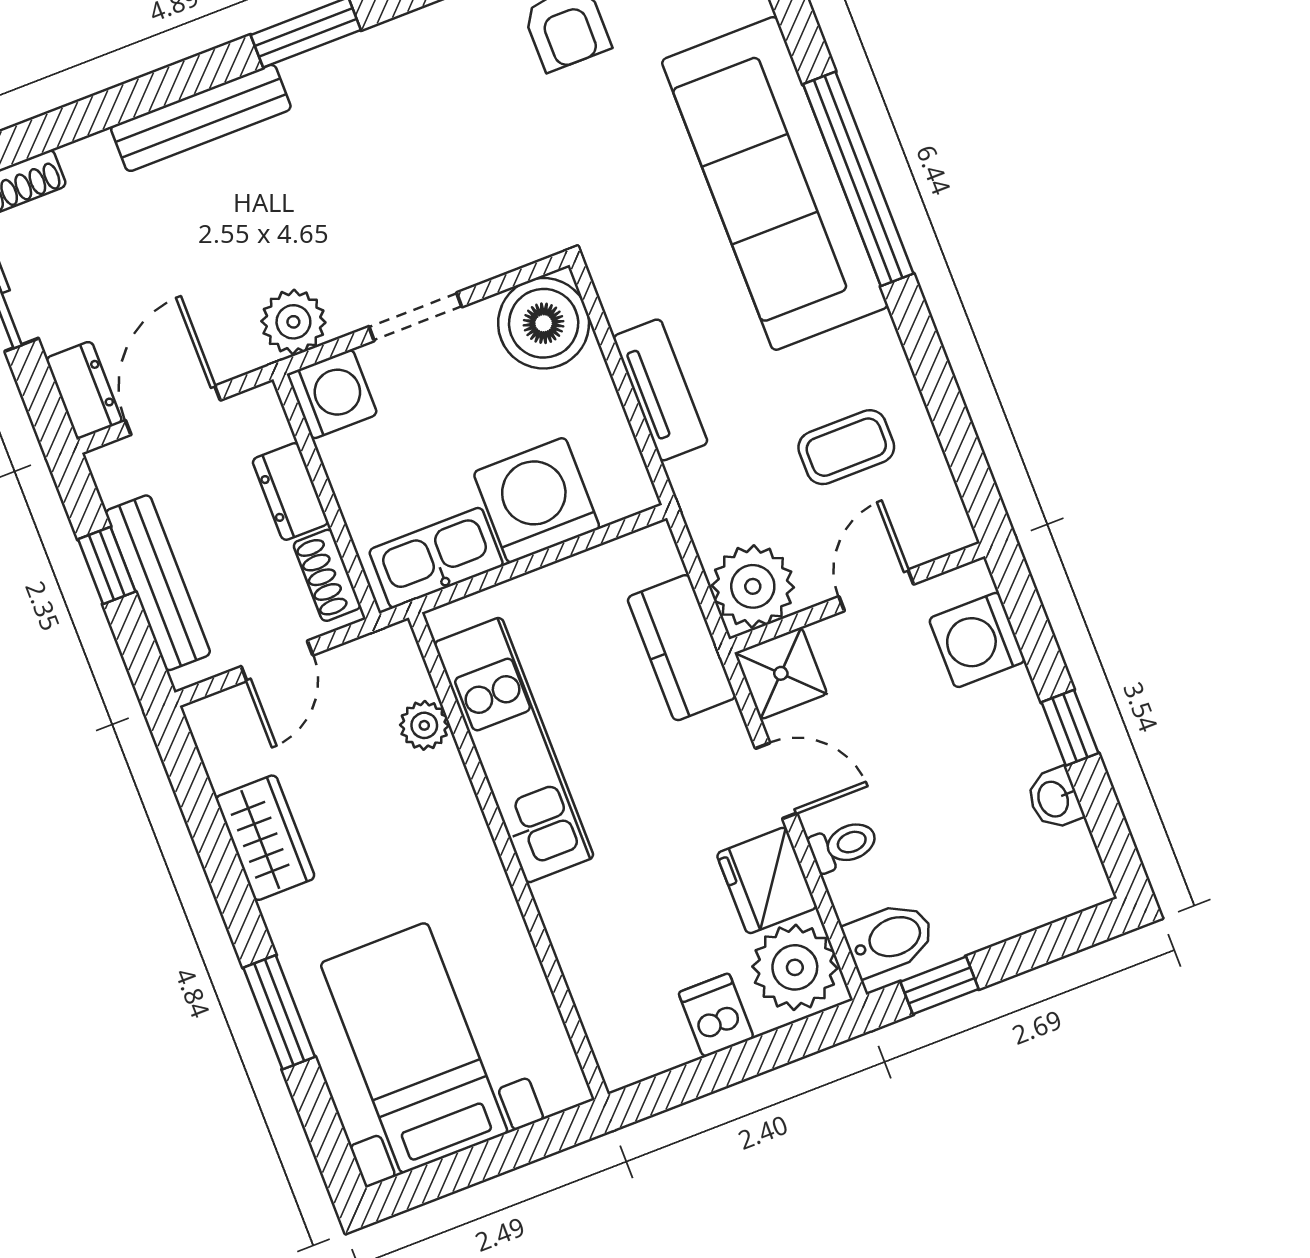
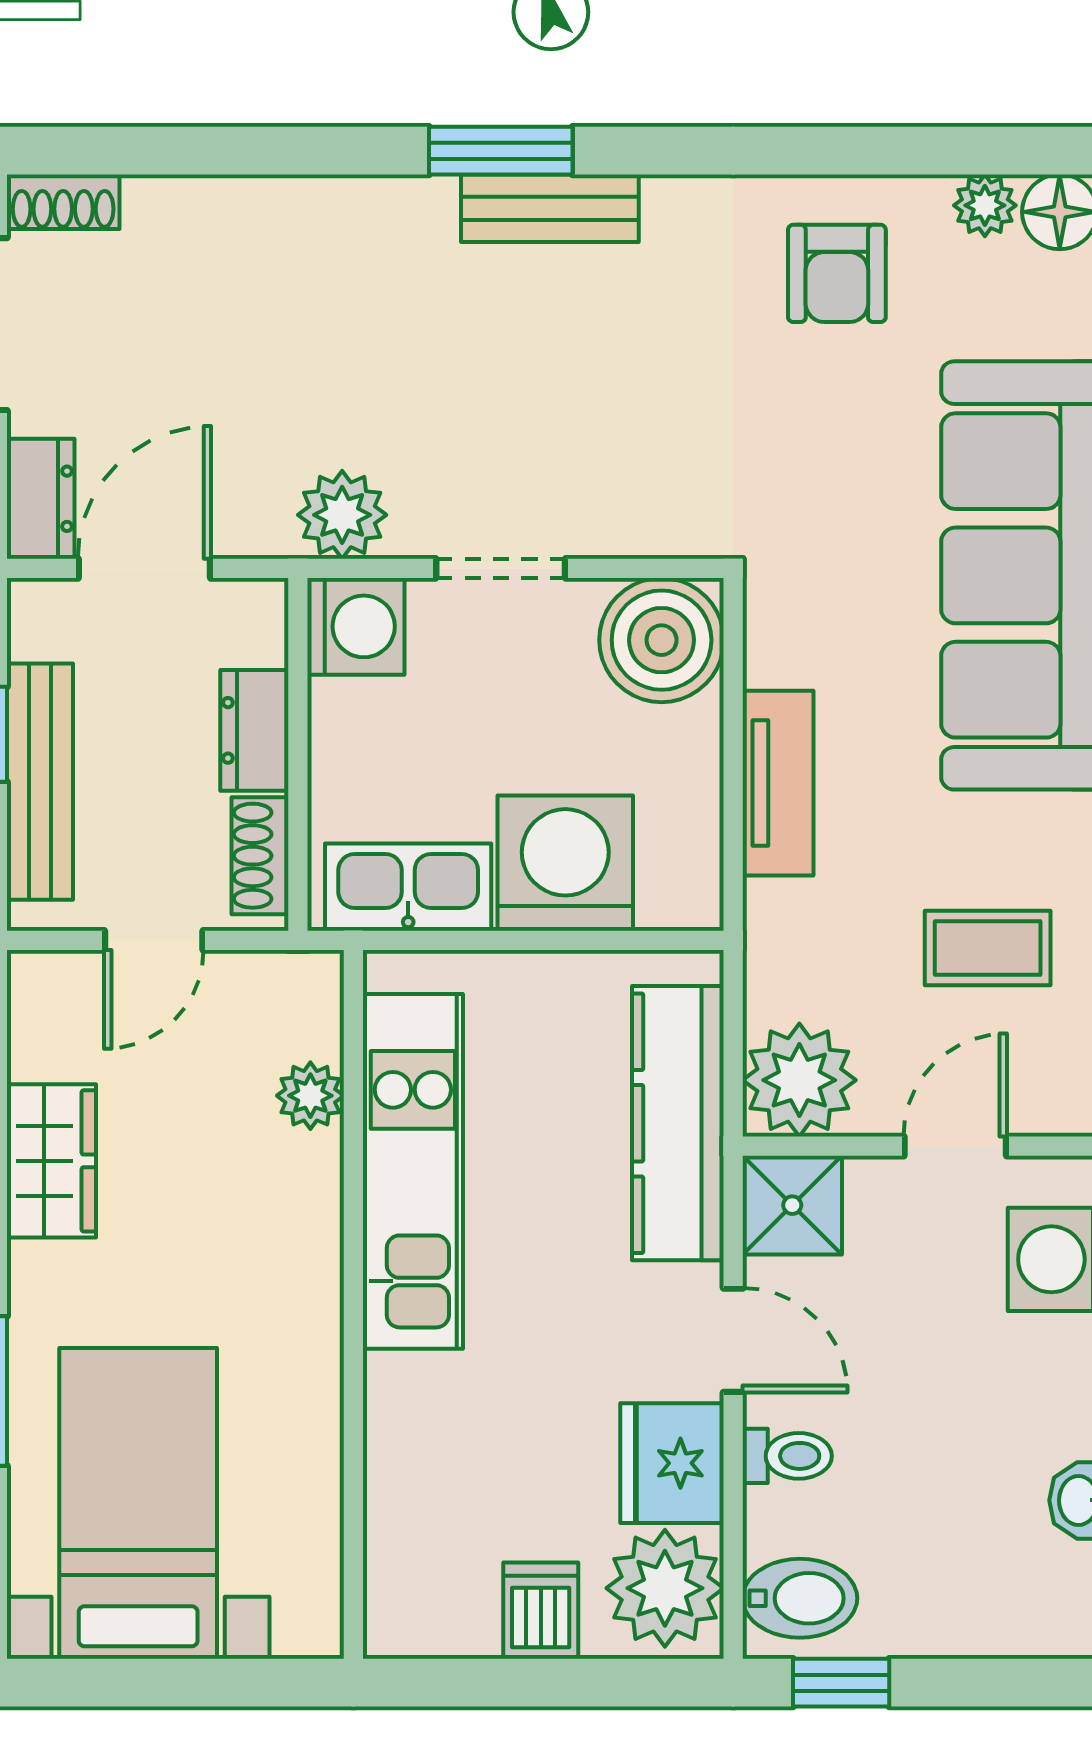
bench: (201, 118) -> (550, 208), moved, width x0.73
kitchen counter: (682, 648) -> (678, 1123), width x1.50

